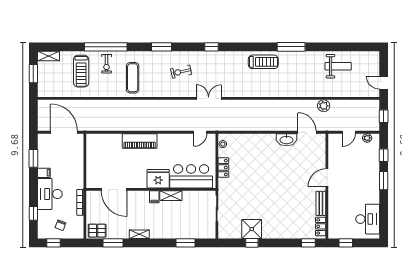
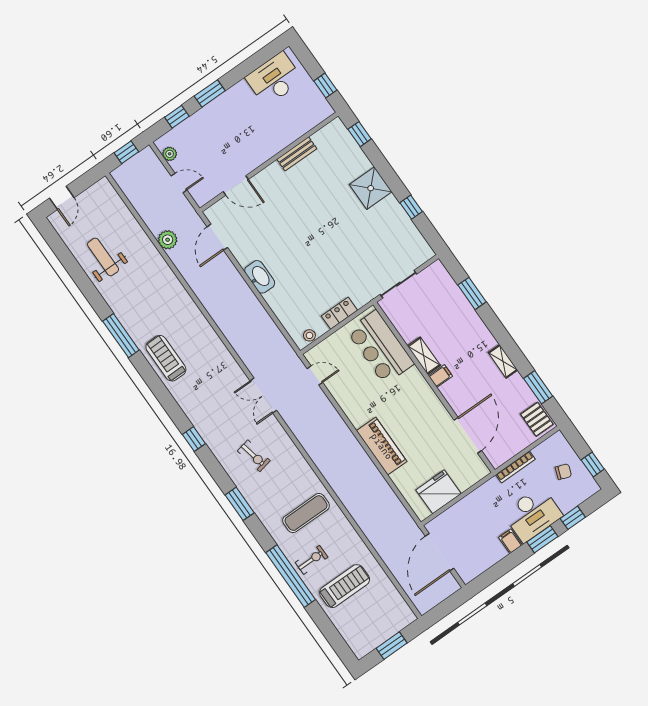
shelving: (49, 56) -> (355, 642), removed
door: (384, 83) -> (62, 198), moved
washbasin: (287, 140) -> (260, 277), moved
window: (33, 158) -> (542, 539), moved
door: (327, 178) -> (236, 185), moved
fridge: (158, 179) -> (438, 492), moved, turned 90
locker: (321, 226) -> (327, 133), removed
shower: (252, 229) -> (371, 188), moved

